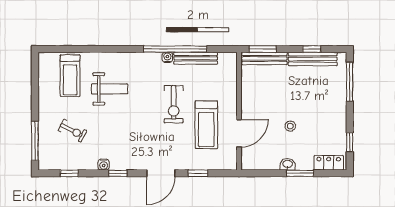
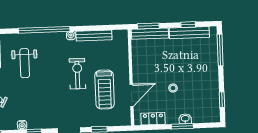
window: (175, 49) -> (44, 30), moved
weight bench: (110, 89) -> (25, 63), turned 90
exercise bike: (174, 104) -> (77, 74), turned 180
locker: (329, 163) -> (153, 119), moved
washbasin: (288, 164) -> (185, 119), moved

